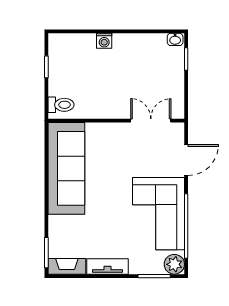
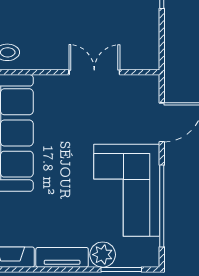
double door: (151, 121) -> (94, 72), moved
plant: (174, 264) -> (103, 255), moved

